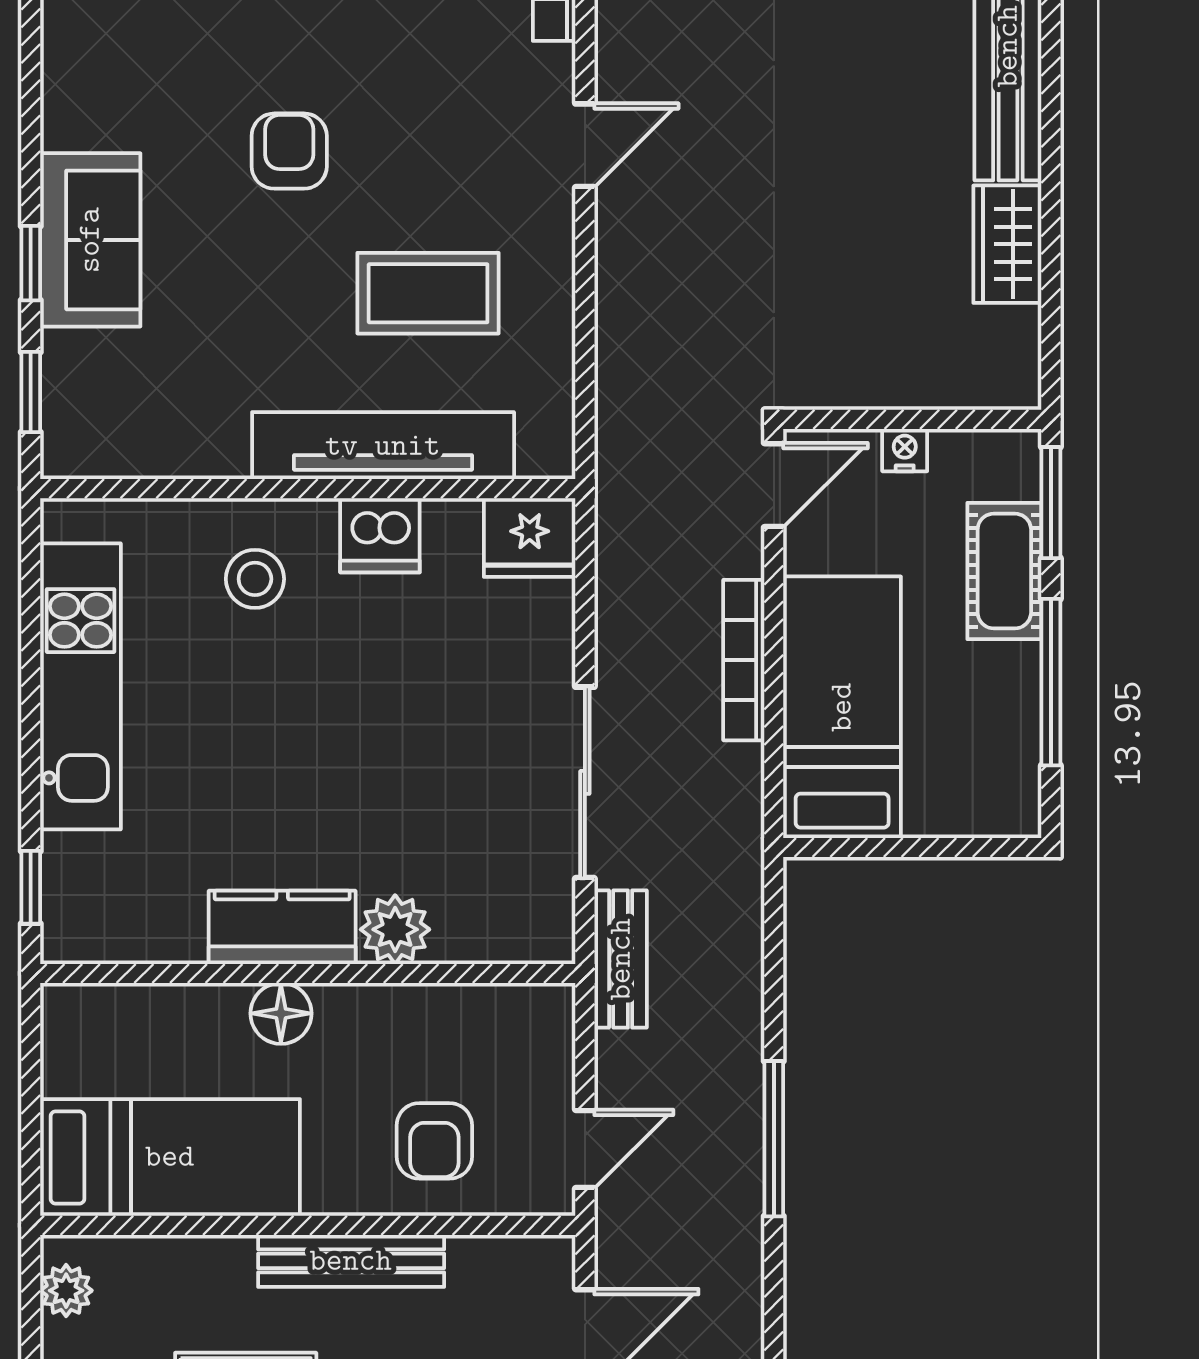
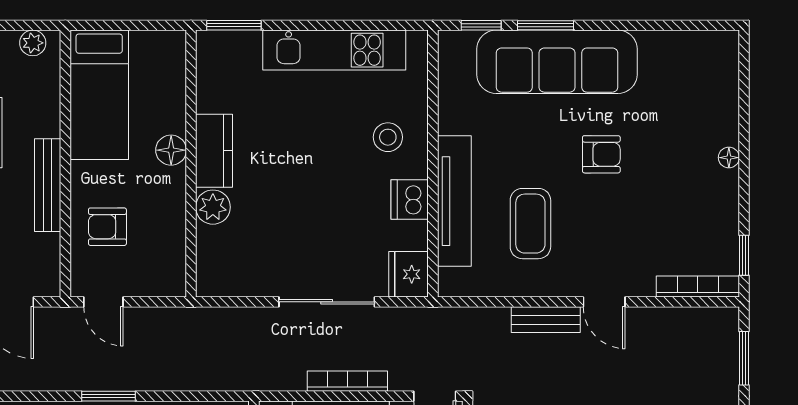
sofa: (90, 240) -> (557, 62), width x1.85, depth x1.27
window: (31, 263) -> (545, 25), width x1.50
sliding door: (585, 782) -> (327, 302), moved
window: (31, 887) -> (234, 25), width x1.50
bench: (621, 959) -> (546, 320), moved
window: (774, 1139) -> (109, 396), width x0.69

